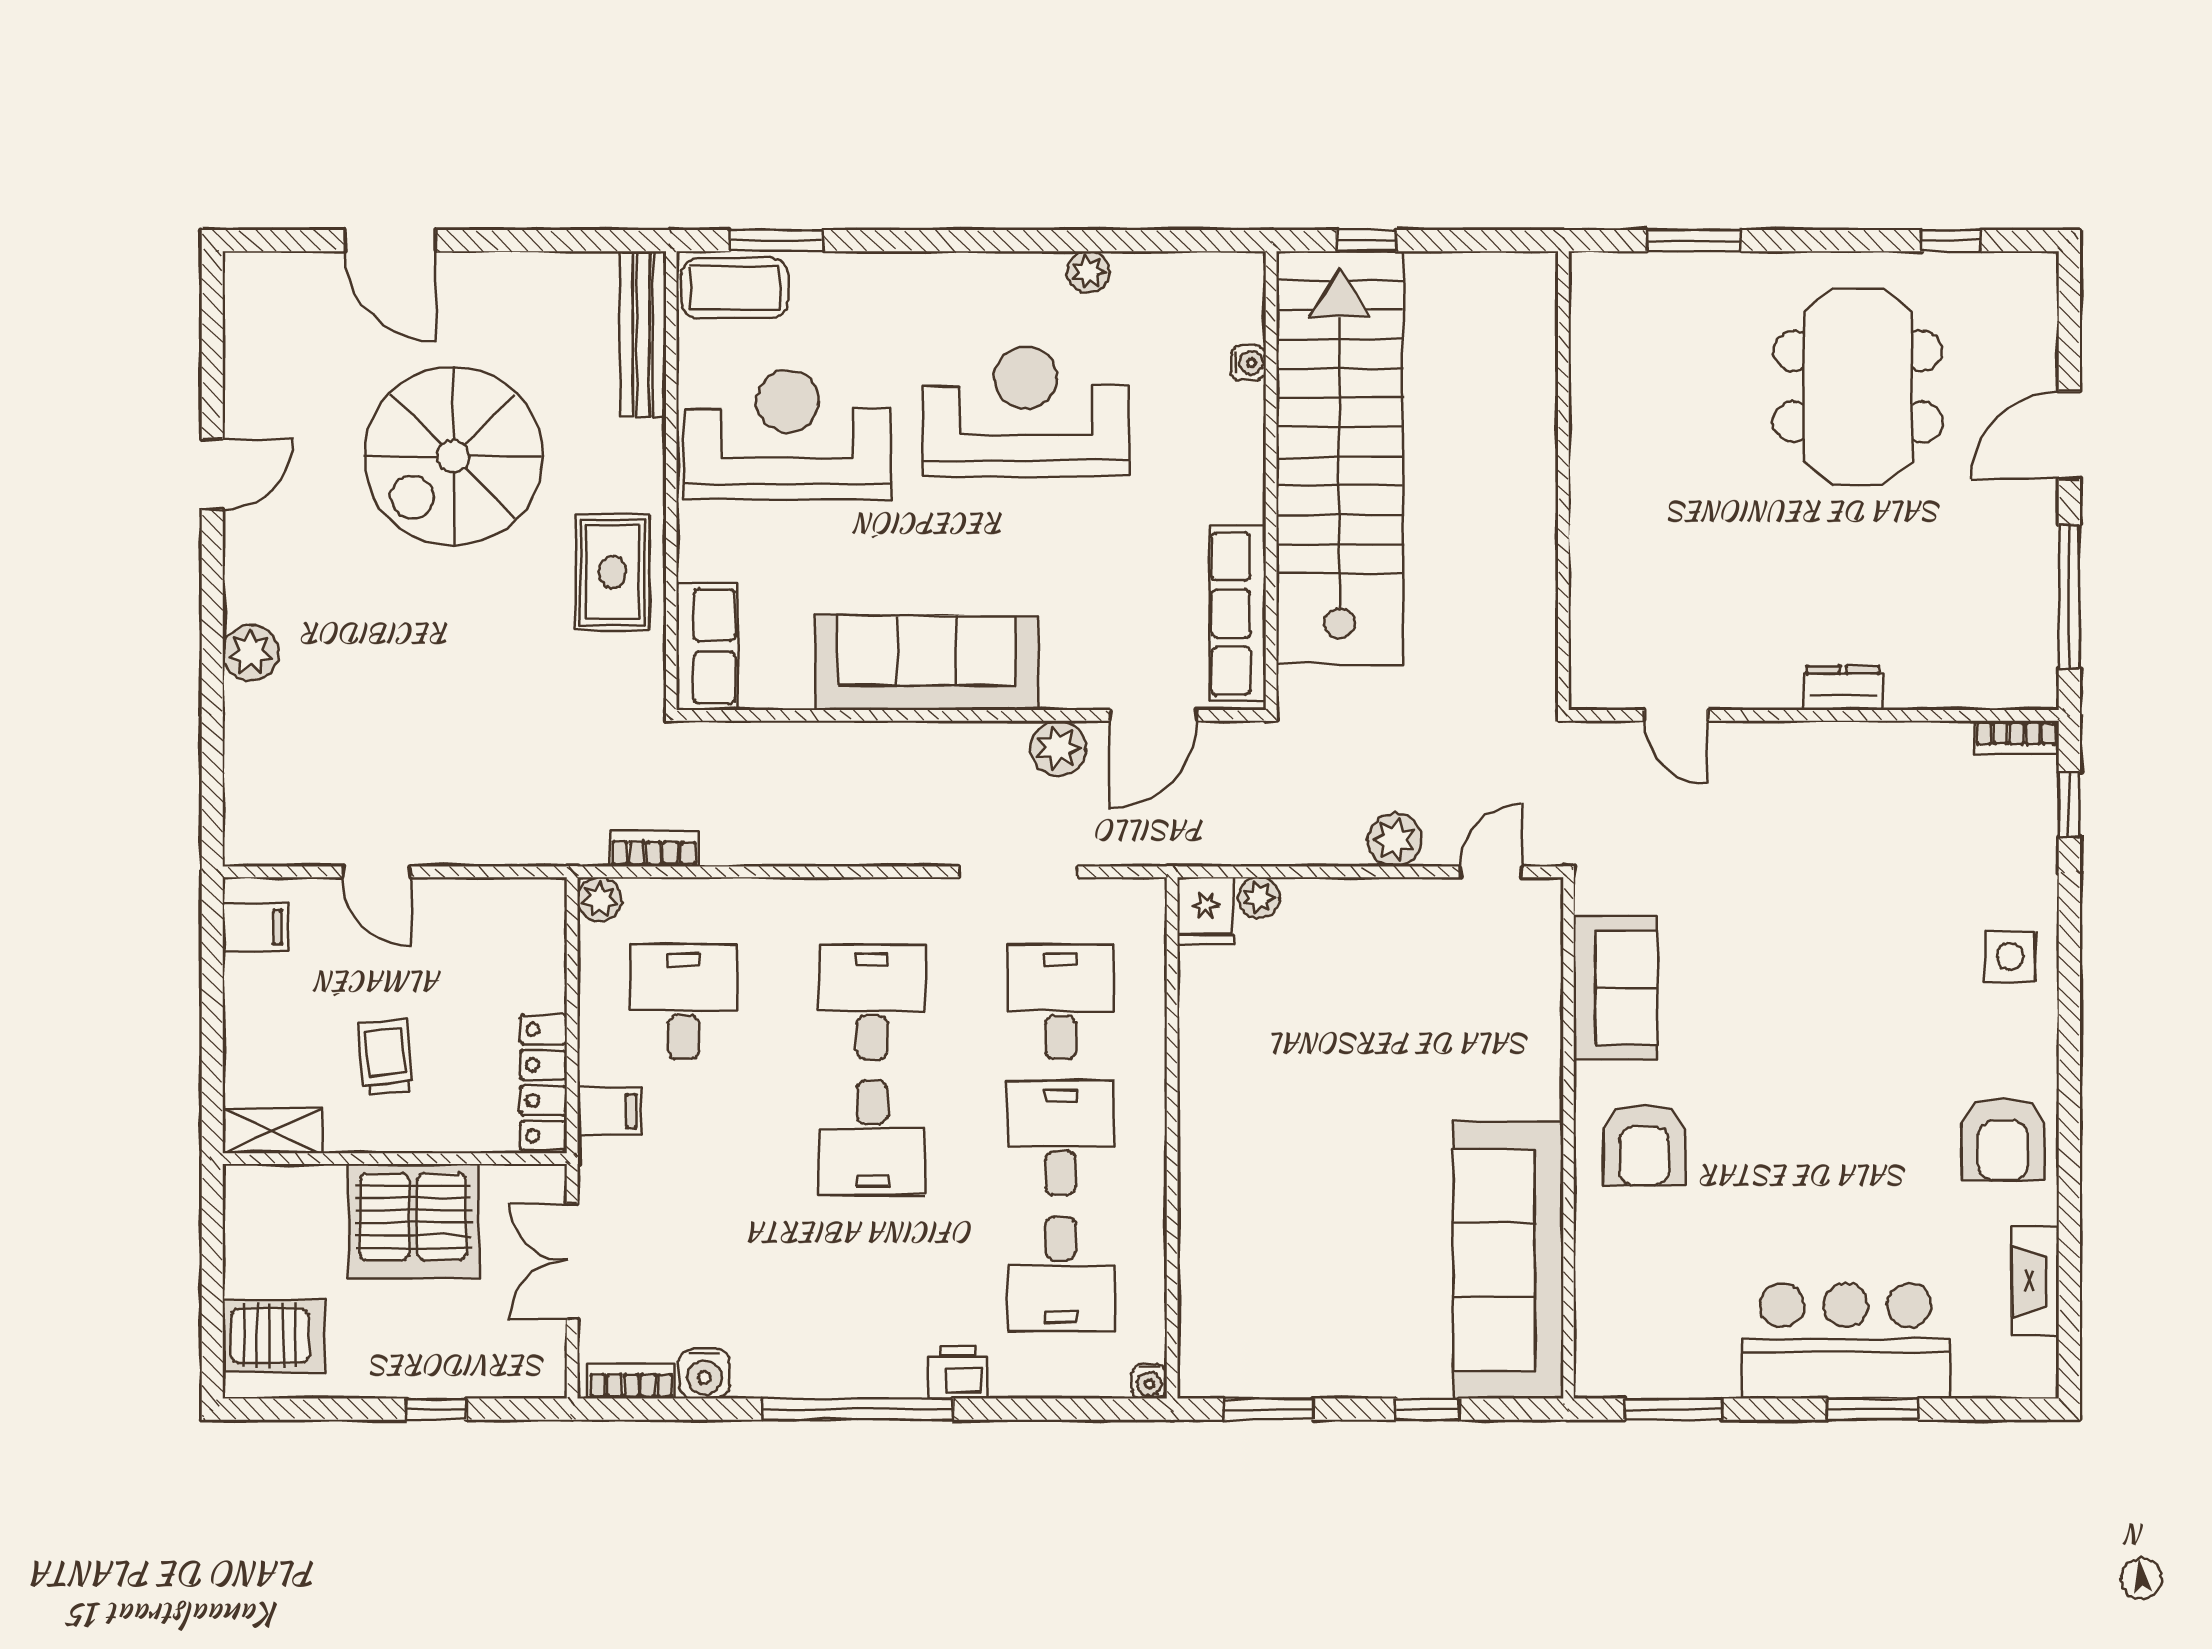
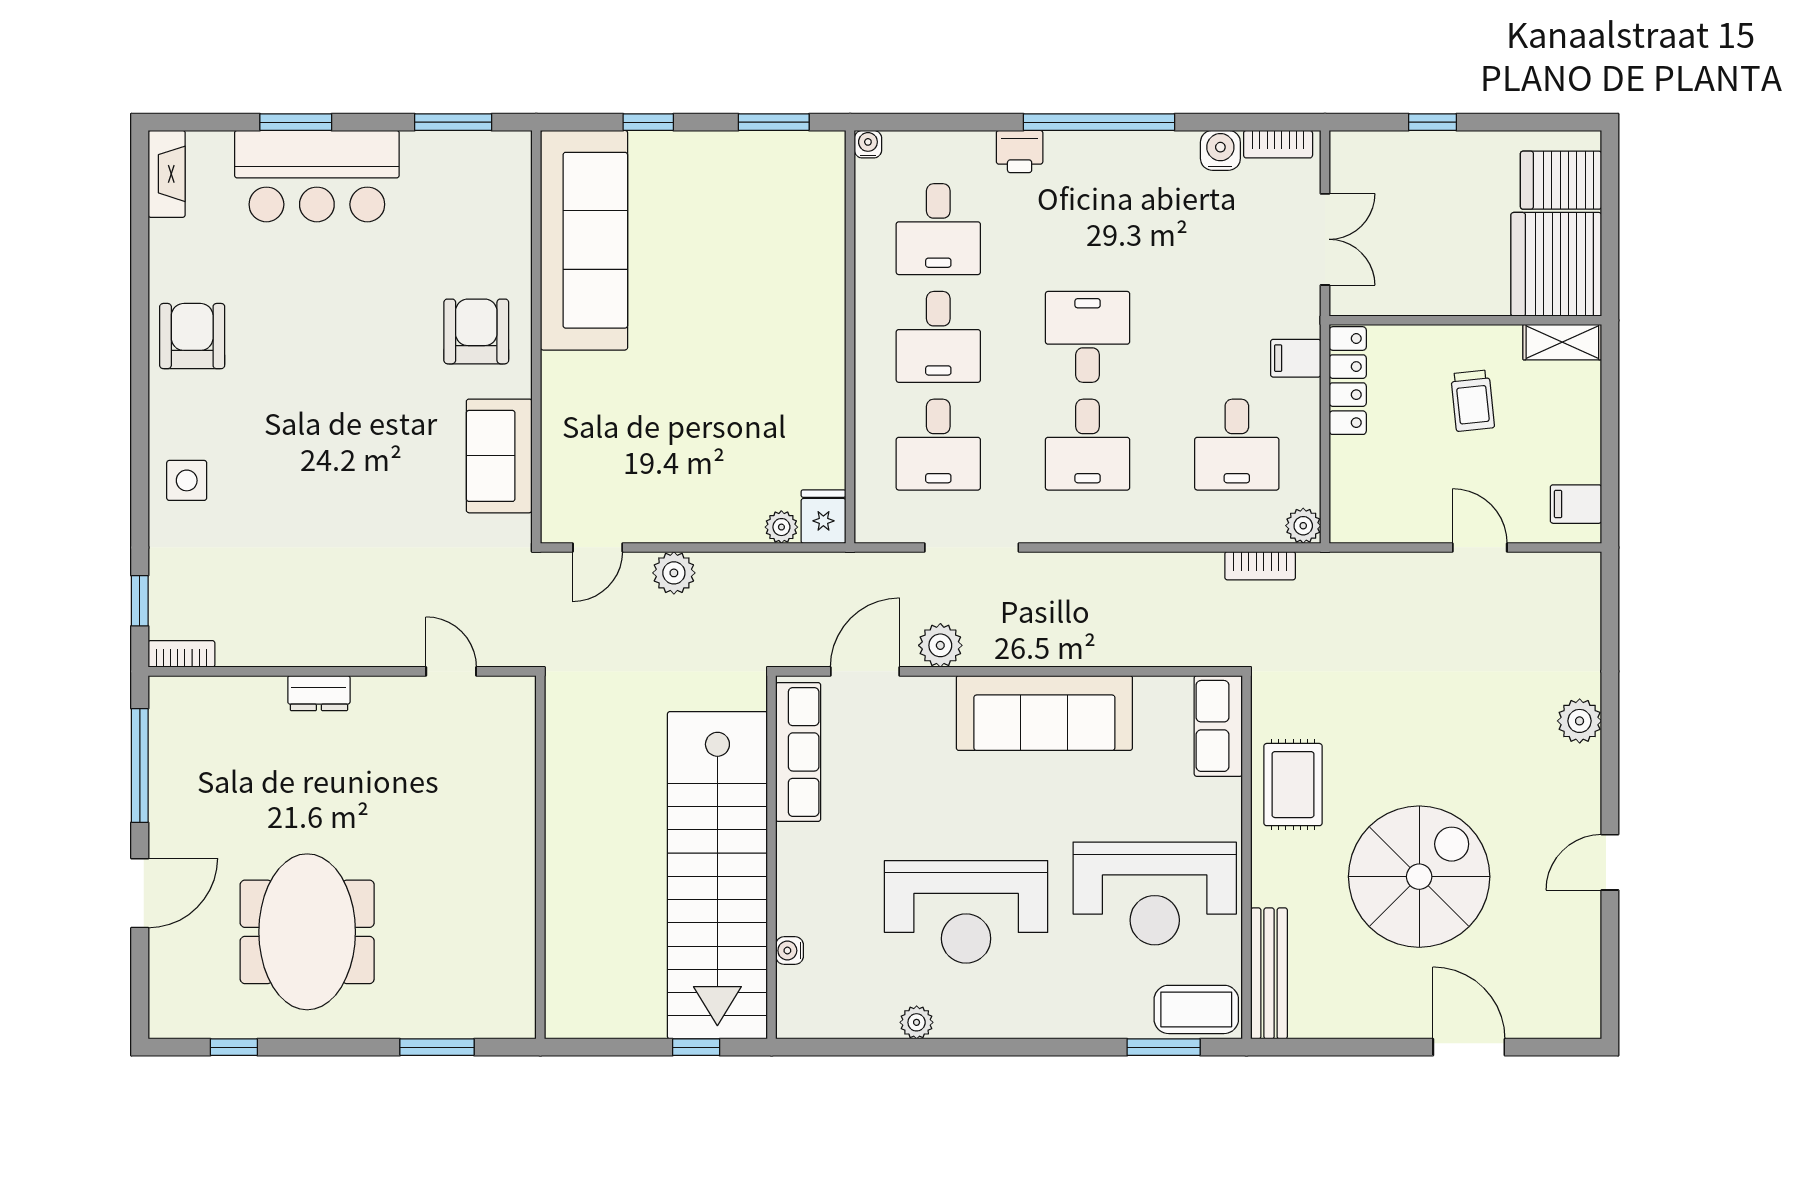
server rack: (413, 1221) -> (1556, 264), moved, turned -90
desk: (1061, 1274) -> (938, 229), turned 180
fireplace: (2035, 1281) -> (167, 174), moved

